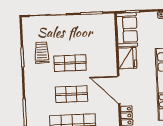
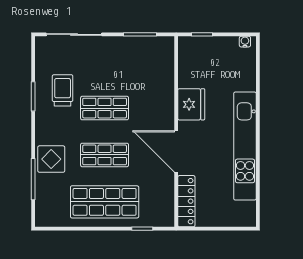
sofa: (127, 30) -> (193, 62), removed
display table: (36, 98) -> (51, 159), added

